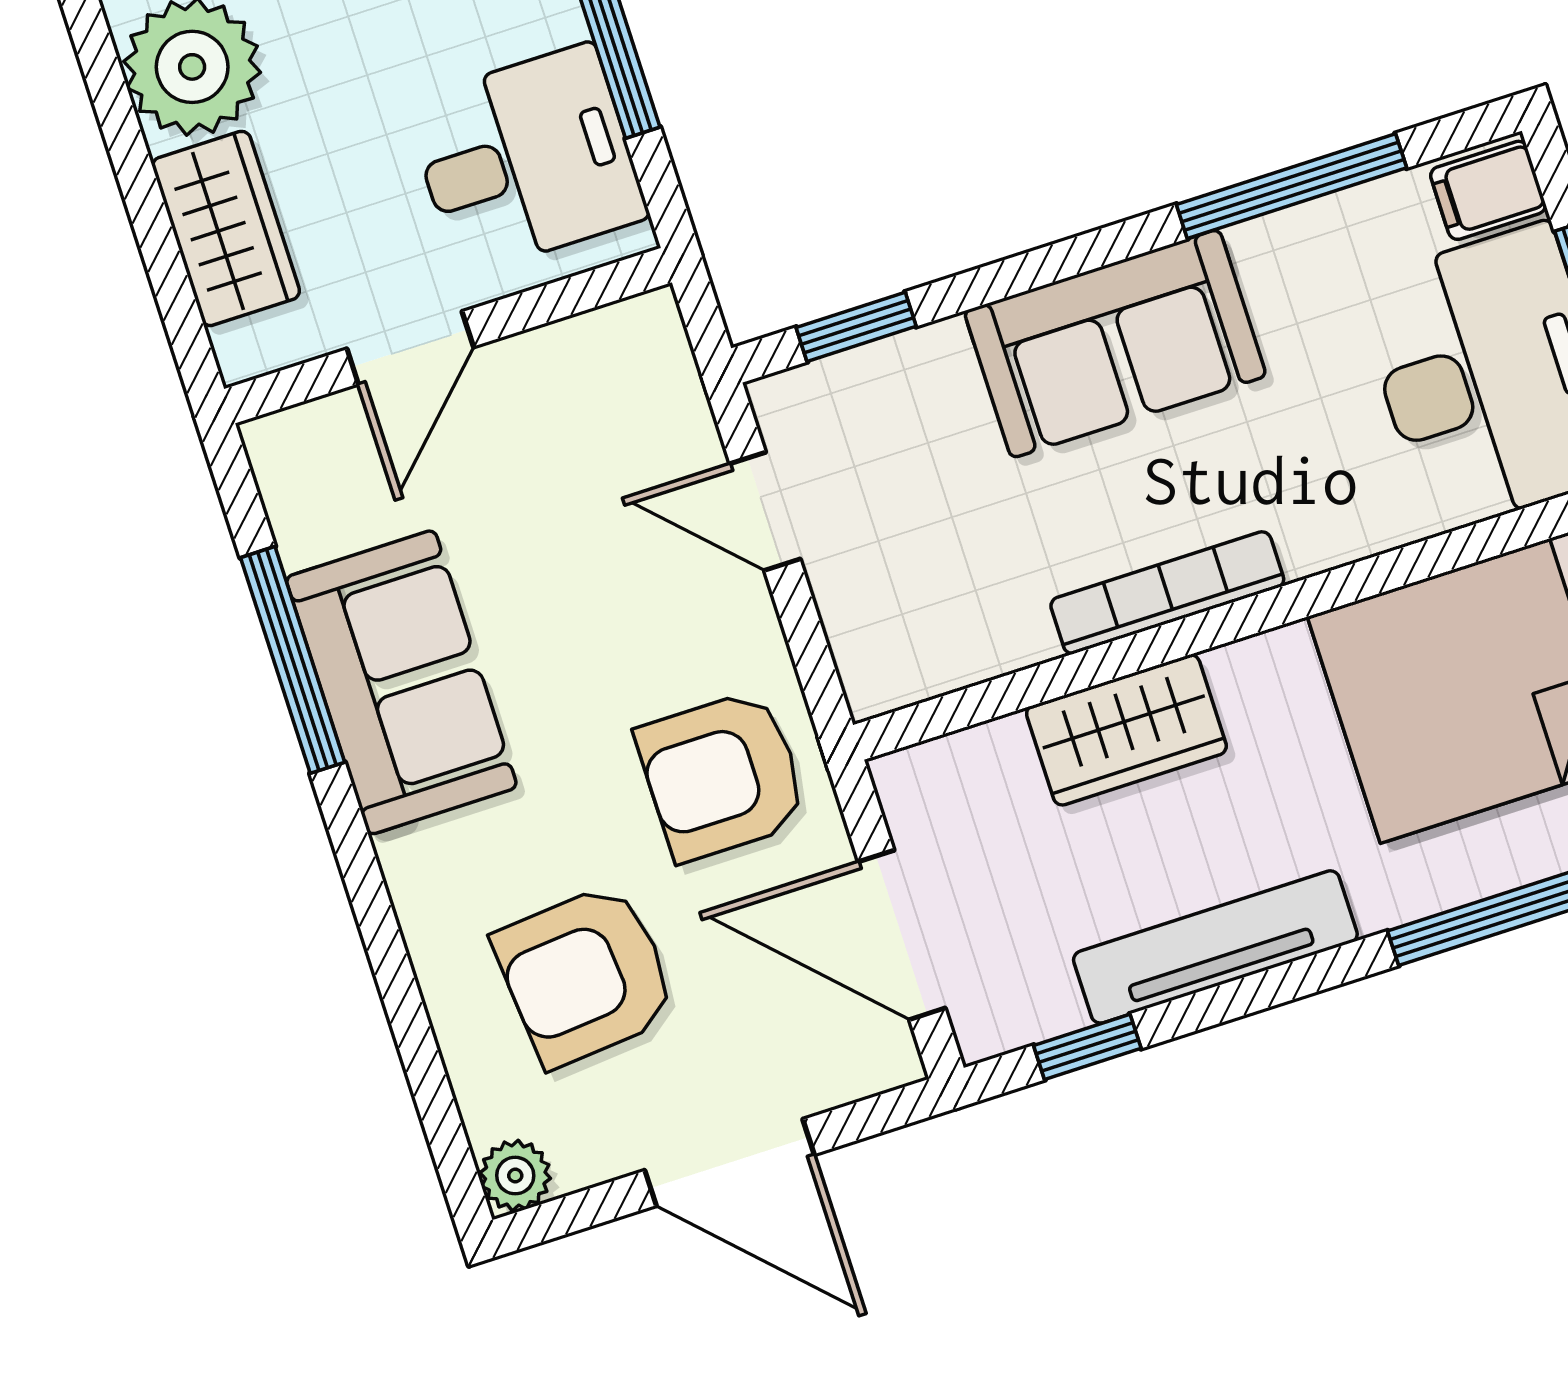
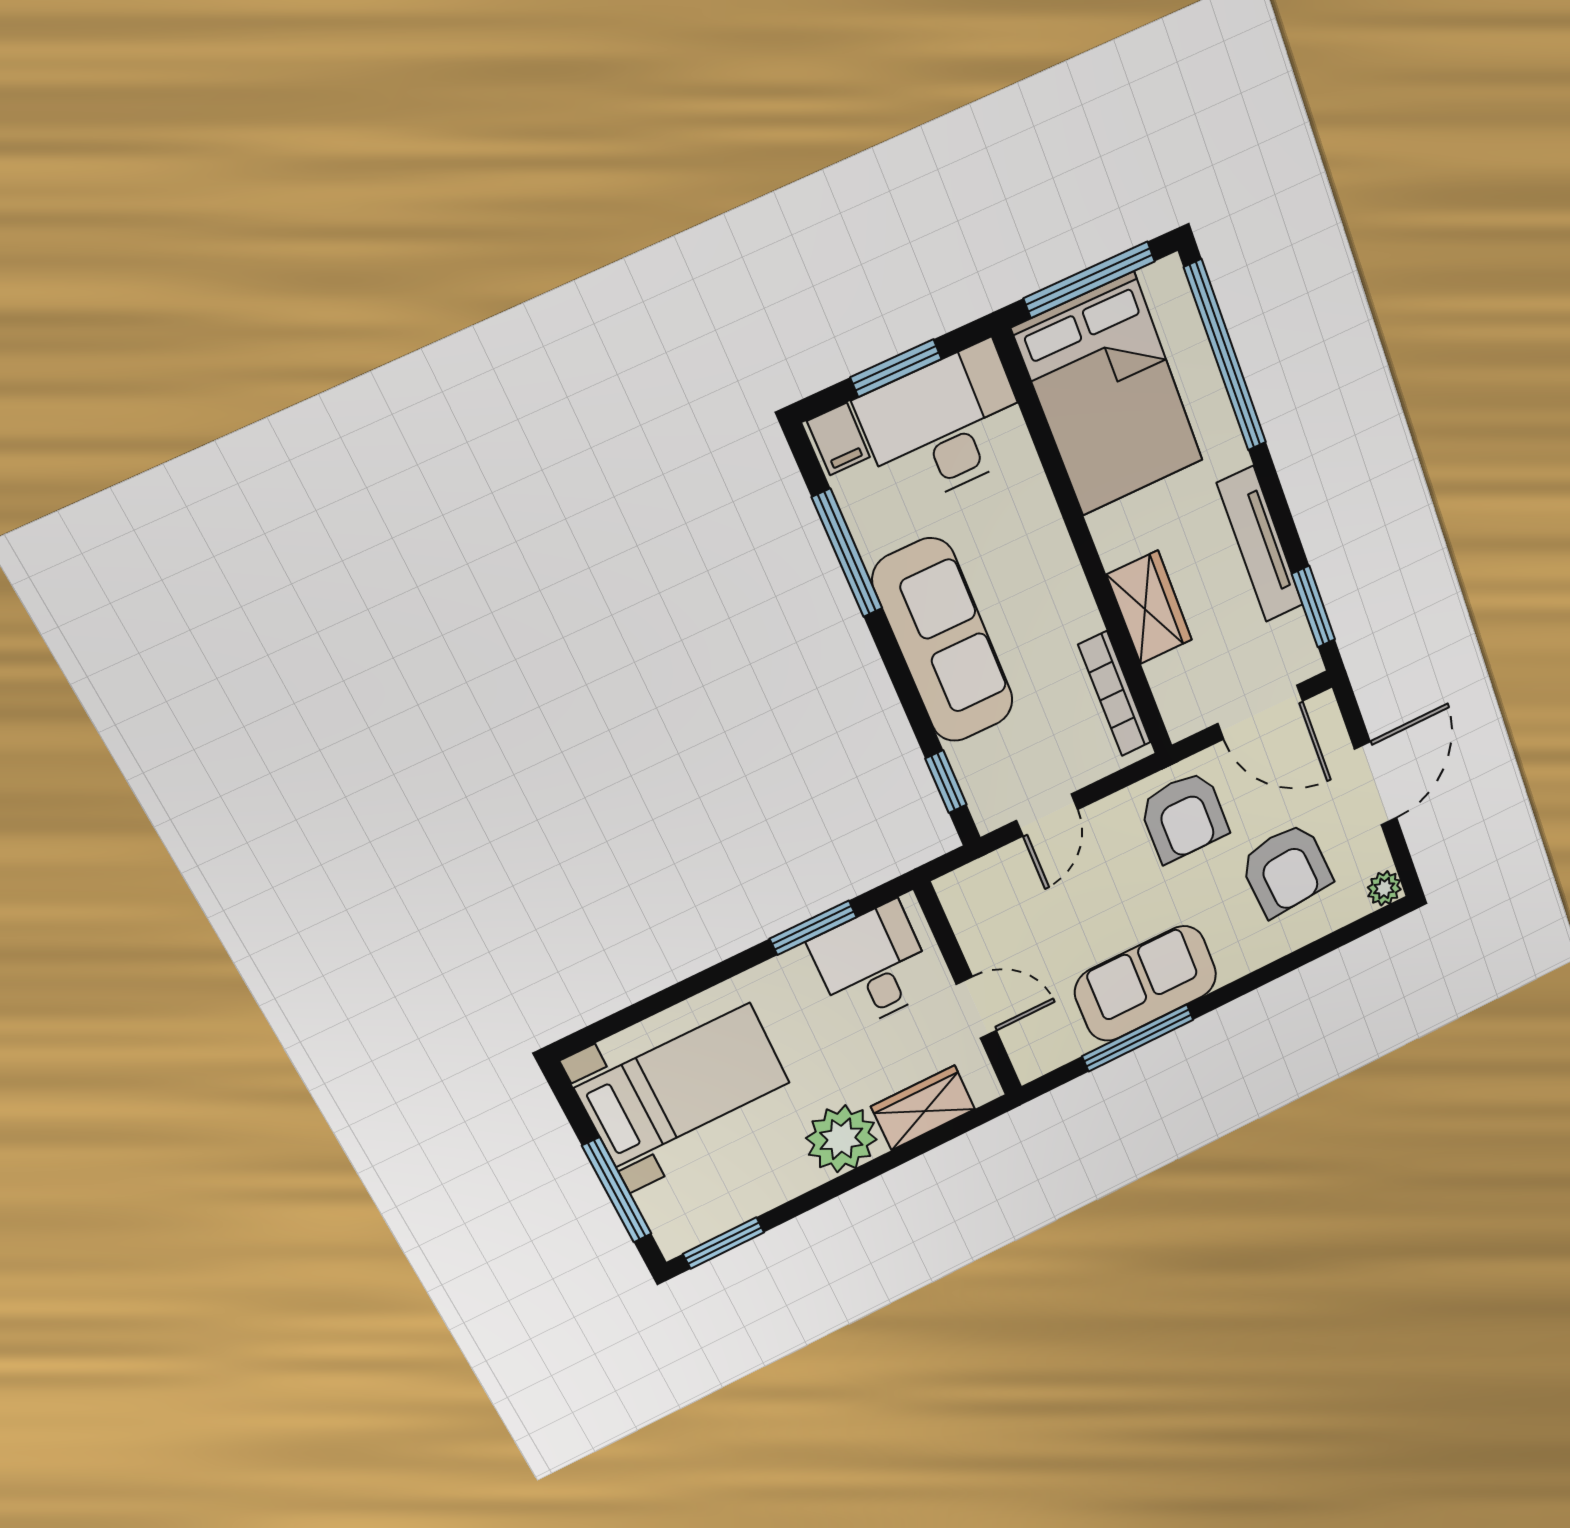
sofa: (1115, 344) -> (943, 641), width x1.36
bookcase: (1167, 593) -> (1115, 694), moved
door: (902, 935) -> (1260, 712), hinge flipped
window: (1087, 1047) -> (1313, 607), width x1.50

